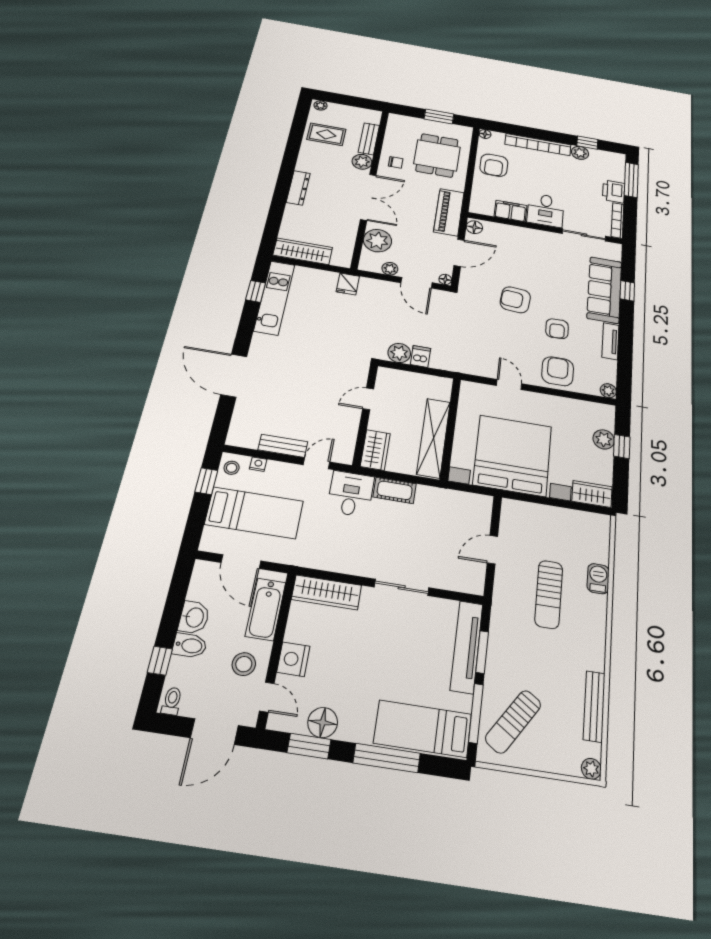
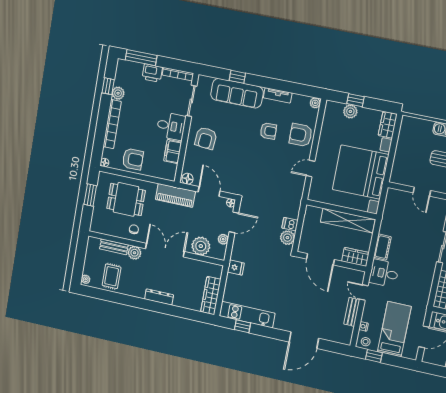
armchair: (515, 300) -> (206, 138), moved
door: (368, 399) -> (320, 259), width x1.87

